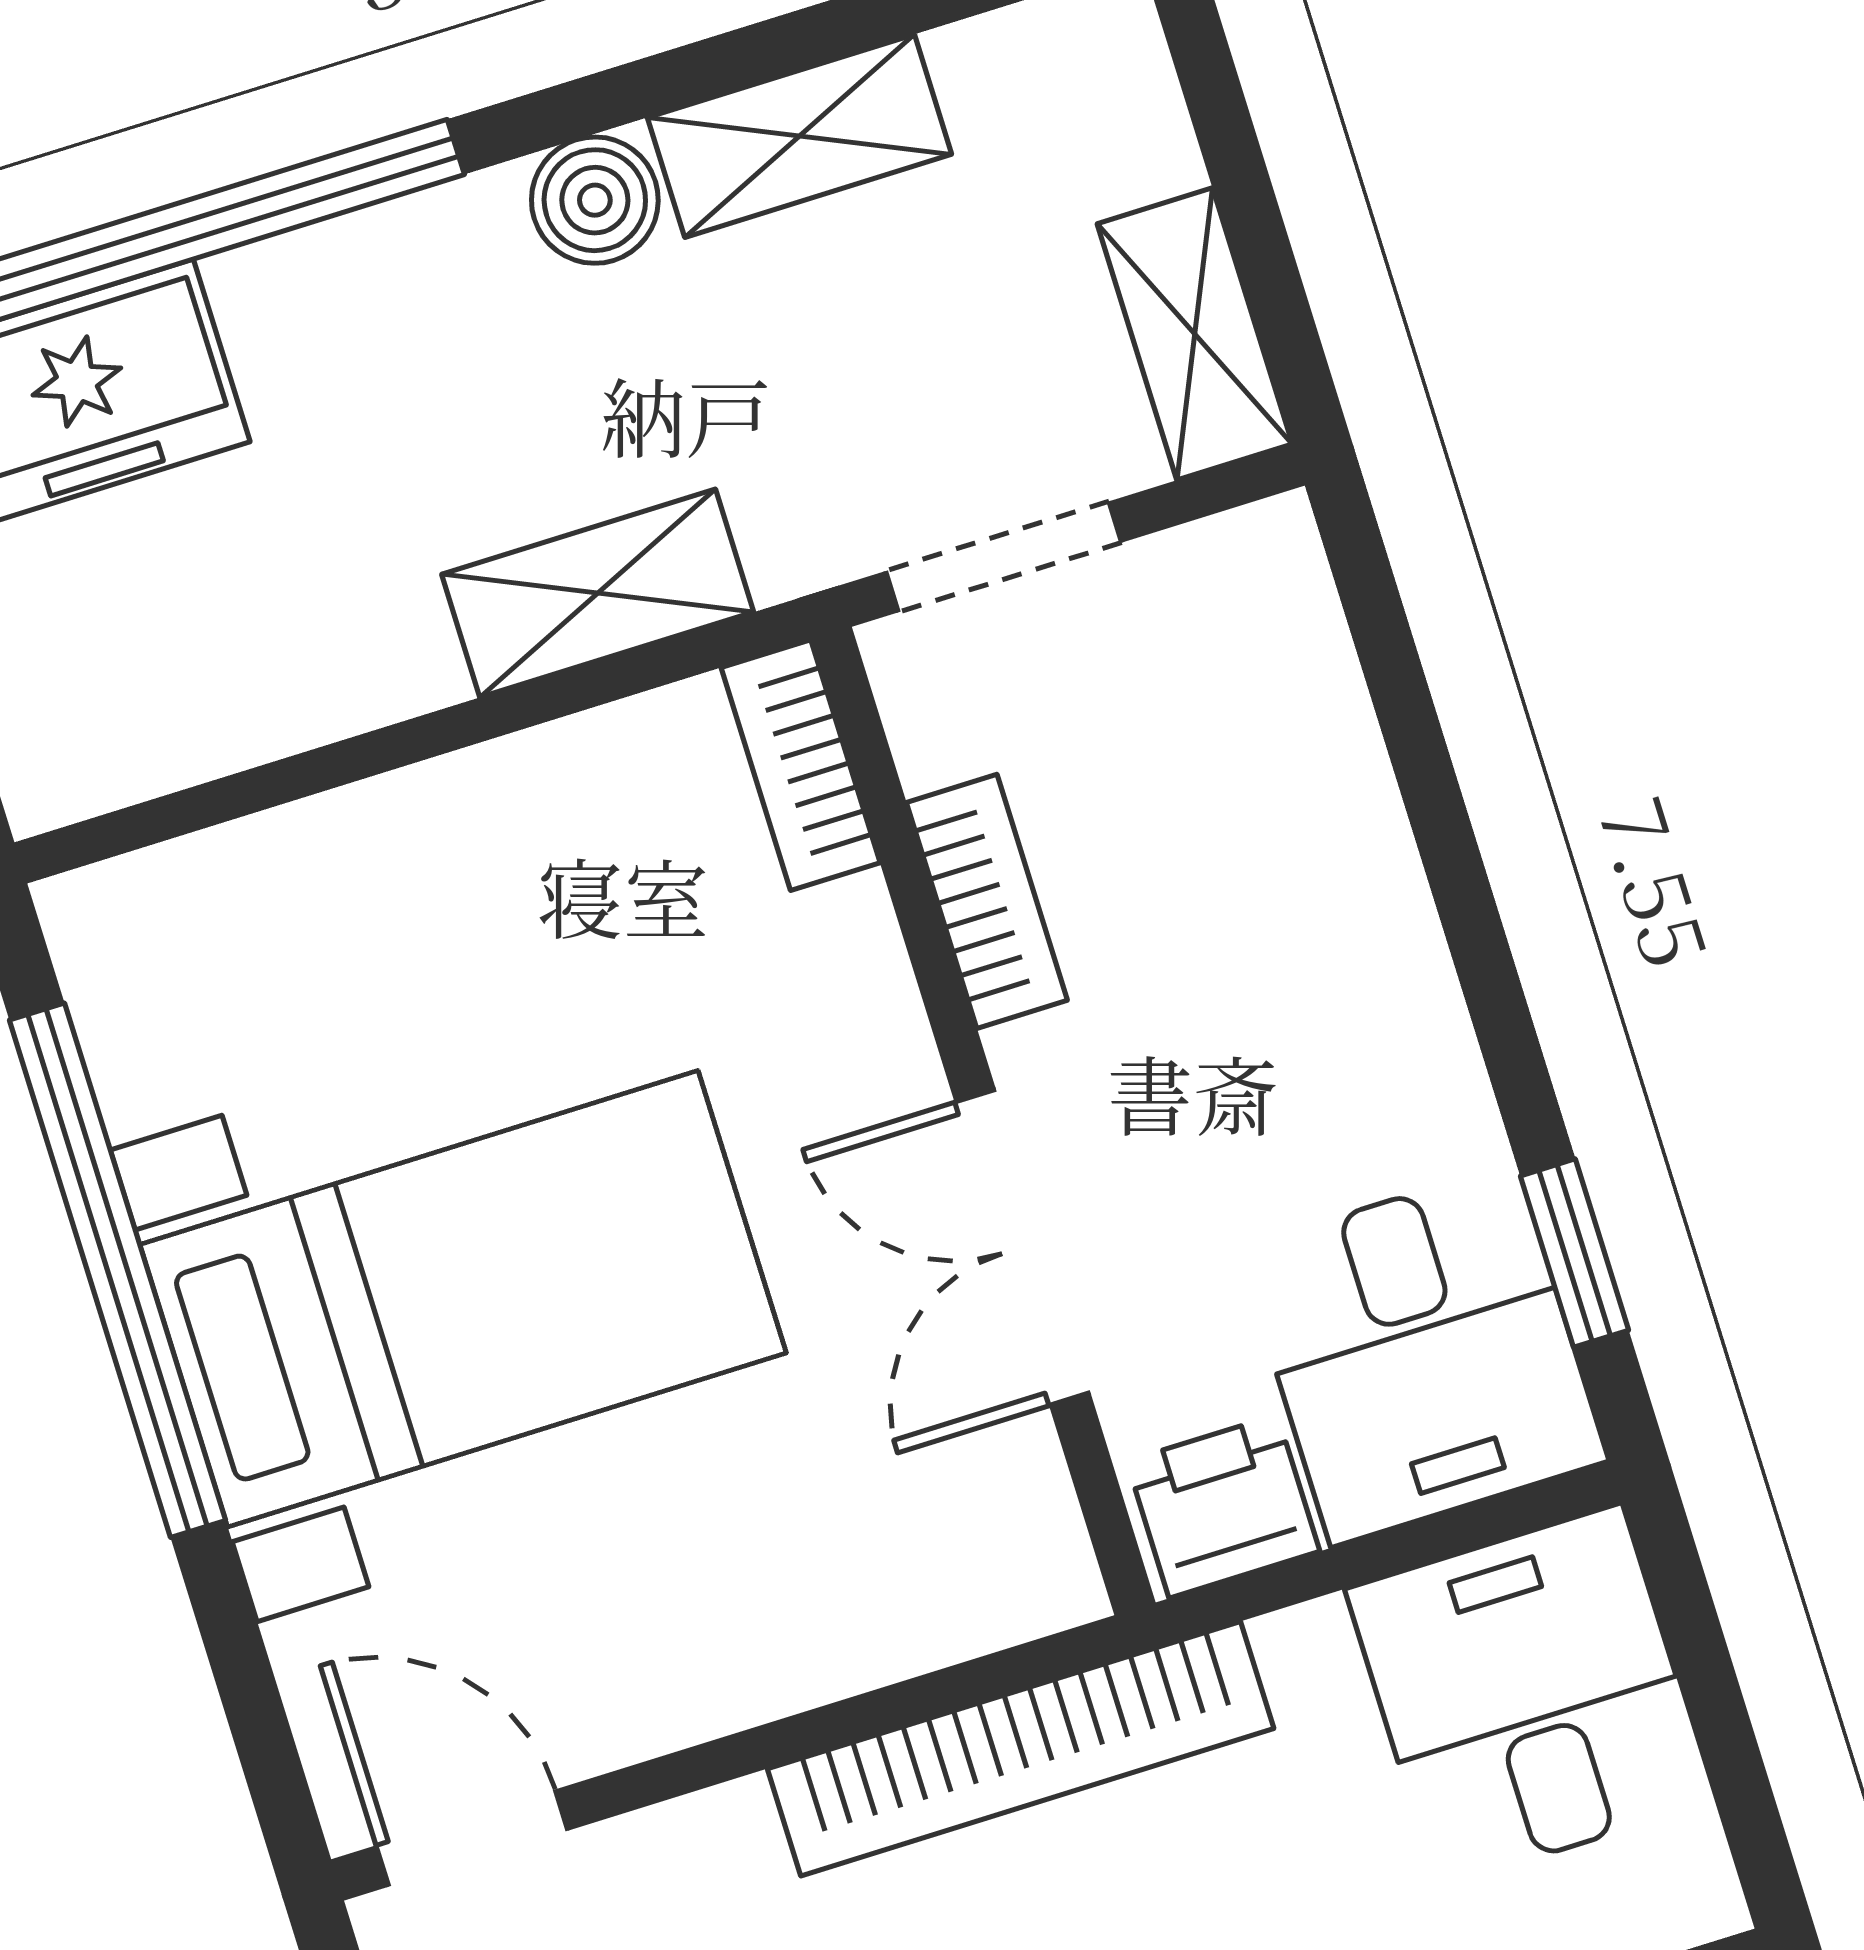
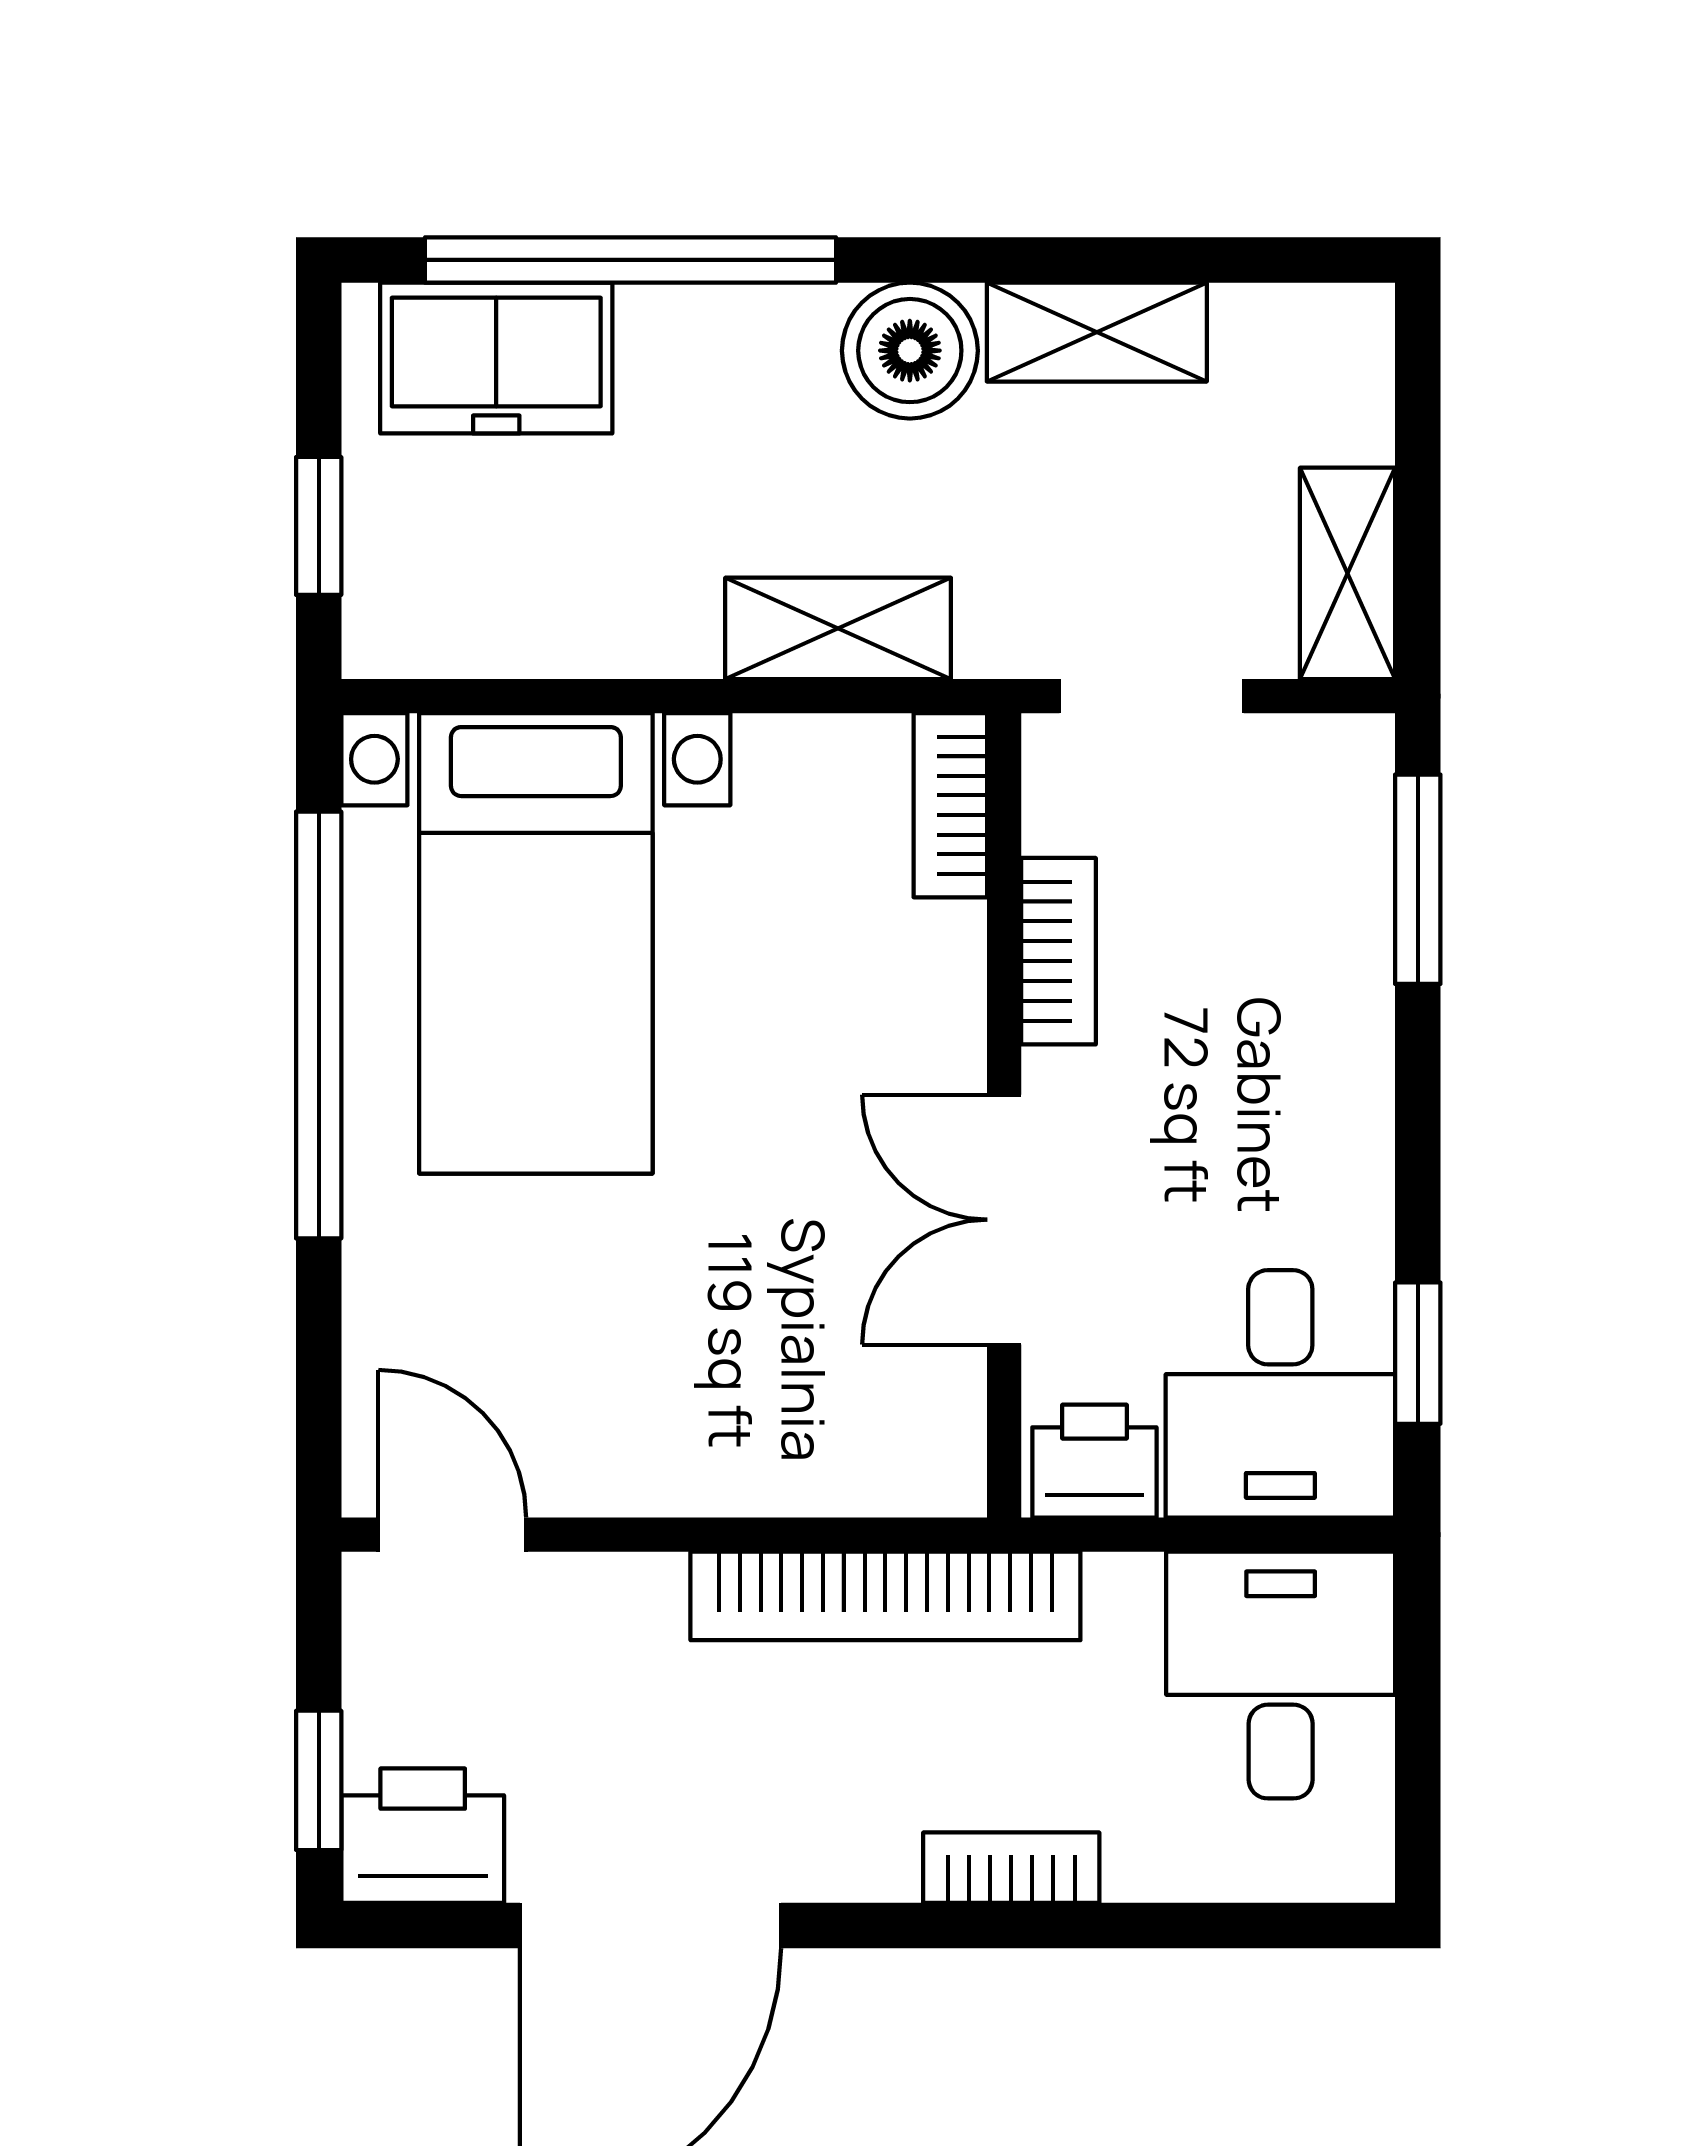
boiler: (595, 200) -> (910, 351), width x1.36, depth x1.36
window: (1395, 678) -> (1418, 879), added
bed with nightstands: (463, 1299) -> (536, 943), moved, turned 90

